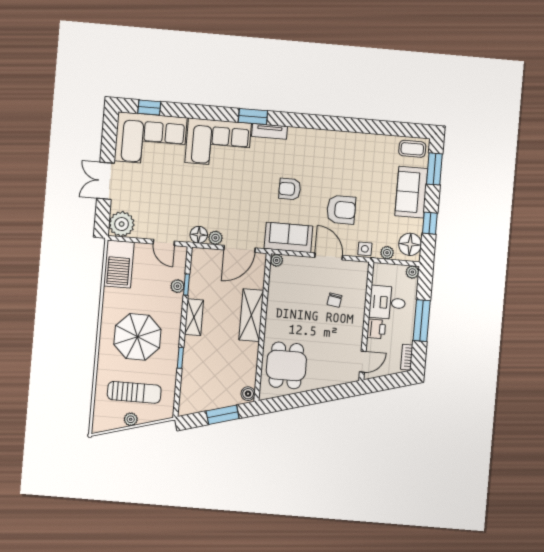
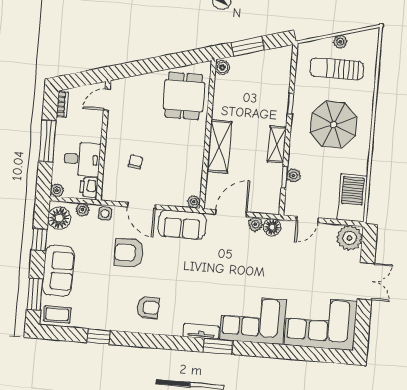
window: (149, 108) -> (98, 336), moved
armchair: (290, 189) -> (148, 307), moved
door: (164, 242) -> (307, 219), swing flipped
printer: (376, 329) -> (89, 187), moved

